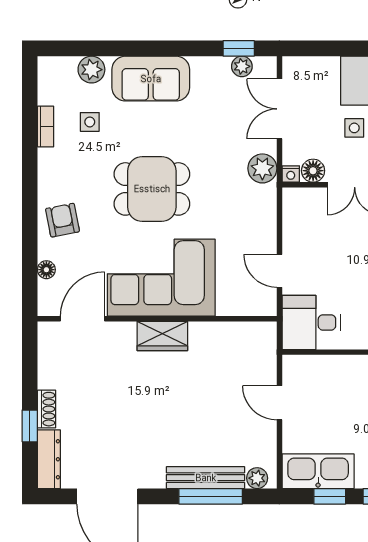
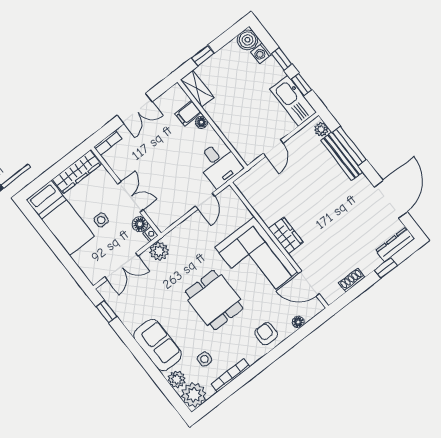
plant: (242, 66) -> (194, 395), moved, width x1.88, depth x1.88
bookcase: (46, 126) -> (230, 375), width x1.56
armchair: (63, 220) -> (266, 334), turned 101
shoe rack: (47, 409) -> (352, 280), moved

